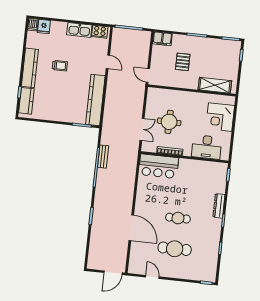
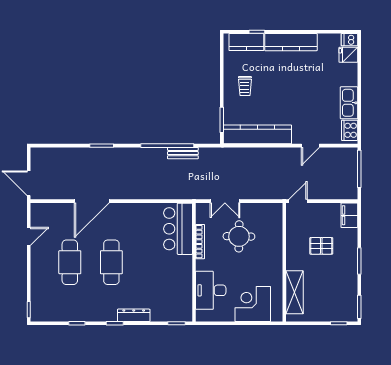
trolley: (60, 66) -> (245, 86), moved
cafe table: (178, 218) -> (111, 262), width x1.37, depth x1.35

